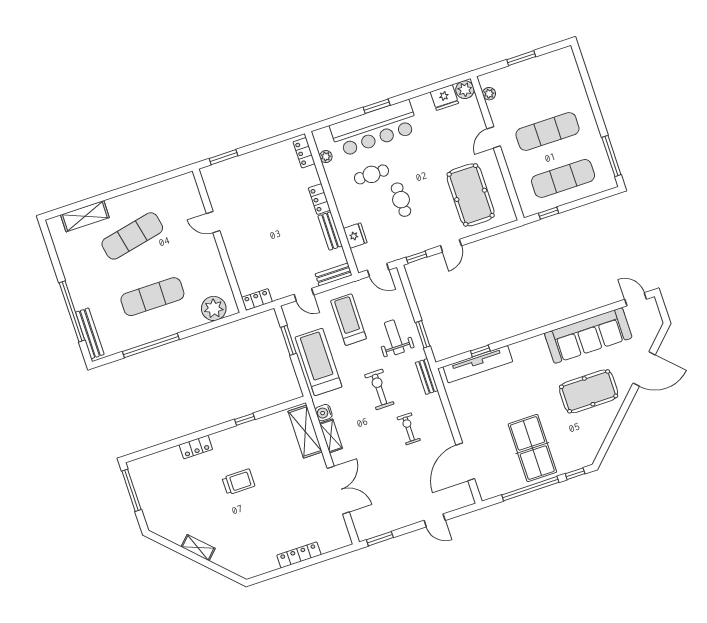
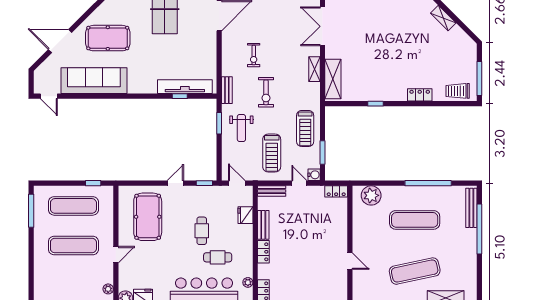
treadmill: (319, 362) -> (305, 128), width x0.73, depth x0.73
water cooler: (324, 413) -> (314, 175), moved
trolley: (238, 482) -> (458, 91), moved

